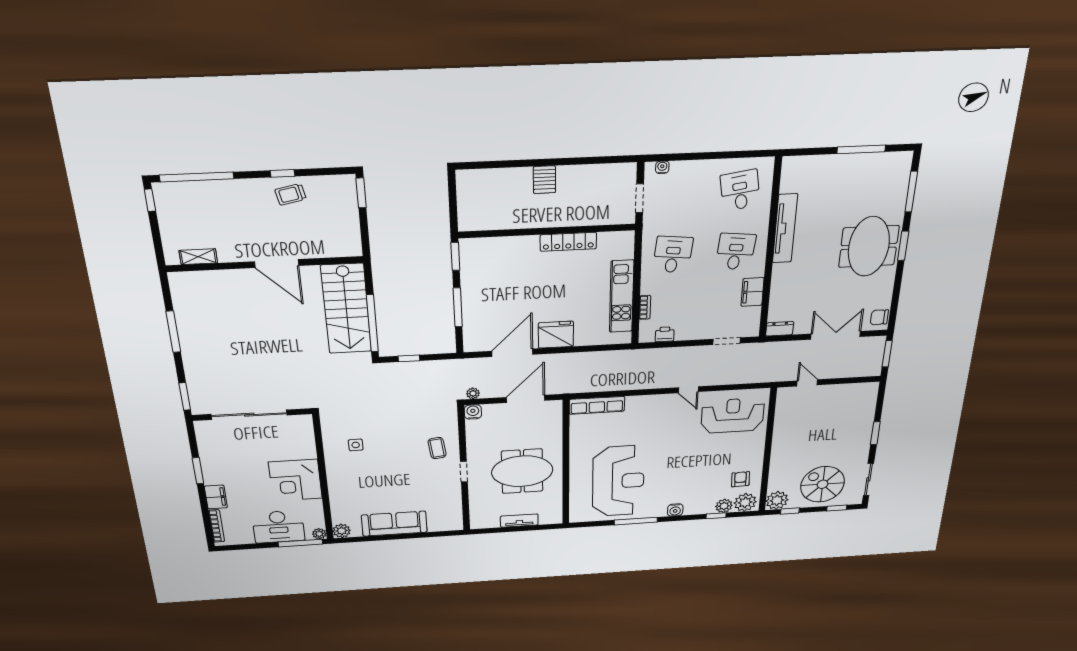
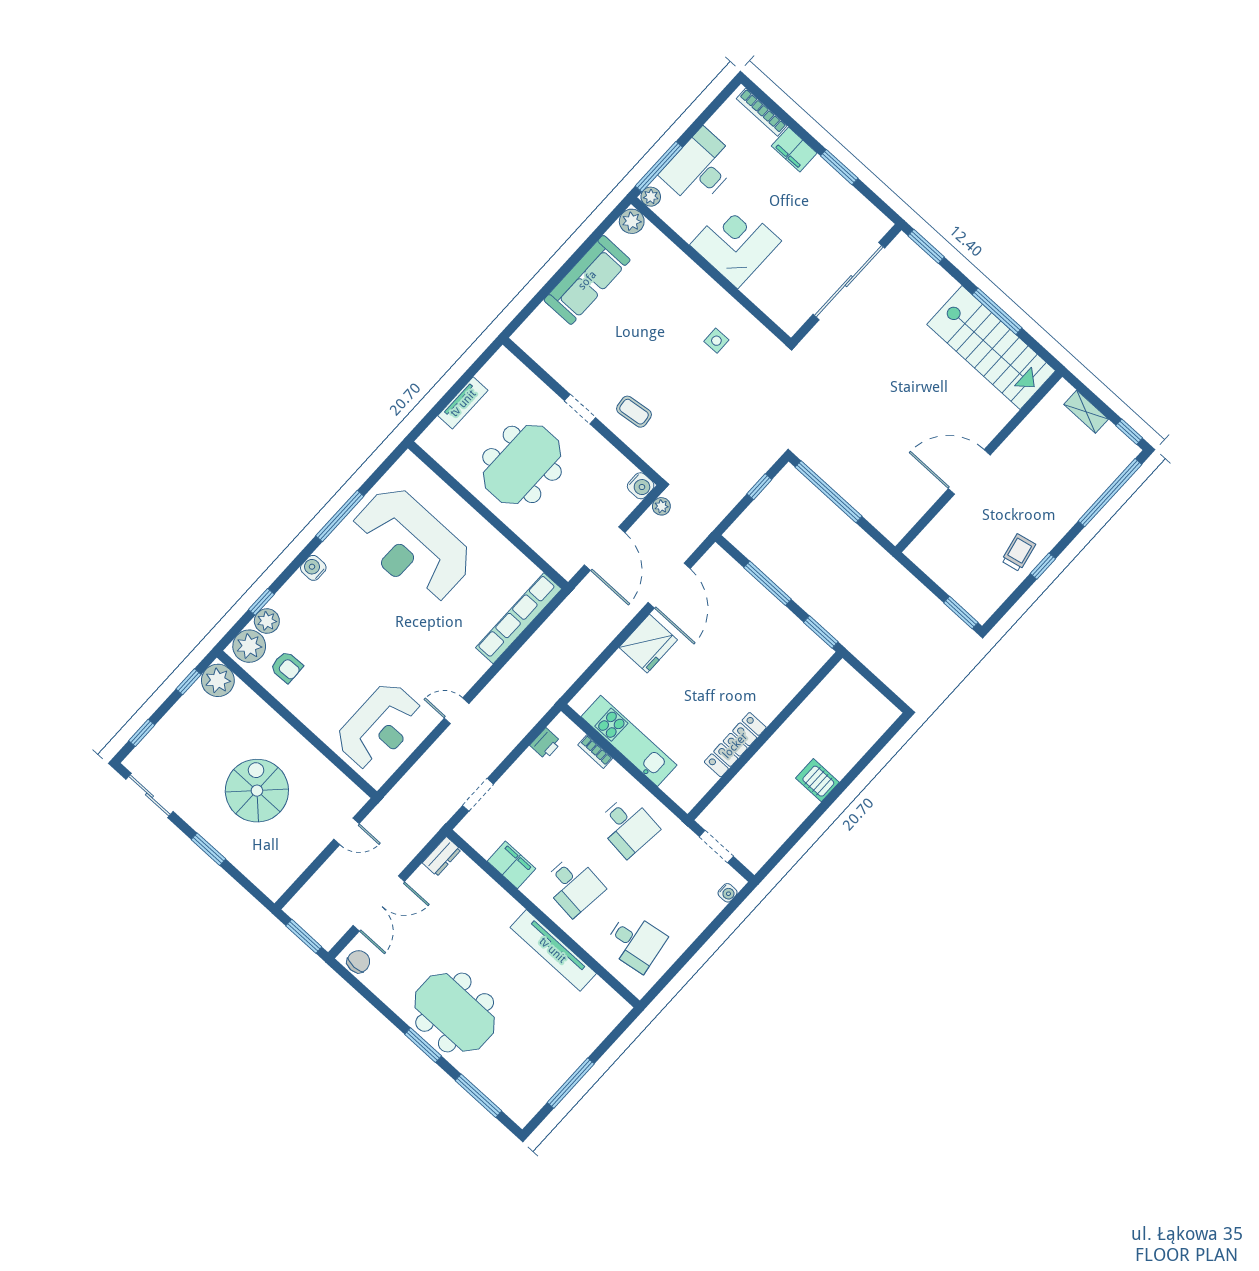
shelving: (198, 257) -> (1086, 412), moved, turned 90
stairs: (346, 309) -> (991, 348), moved, turned 180
row of seats: (597, 405) -> (519, 618), width x1.36
spiral stairs: (823, 484) -> (257, 791), moved, turned -90

